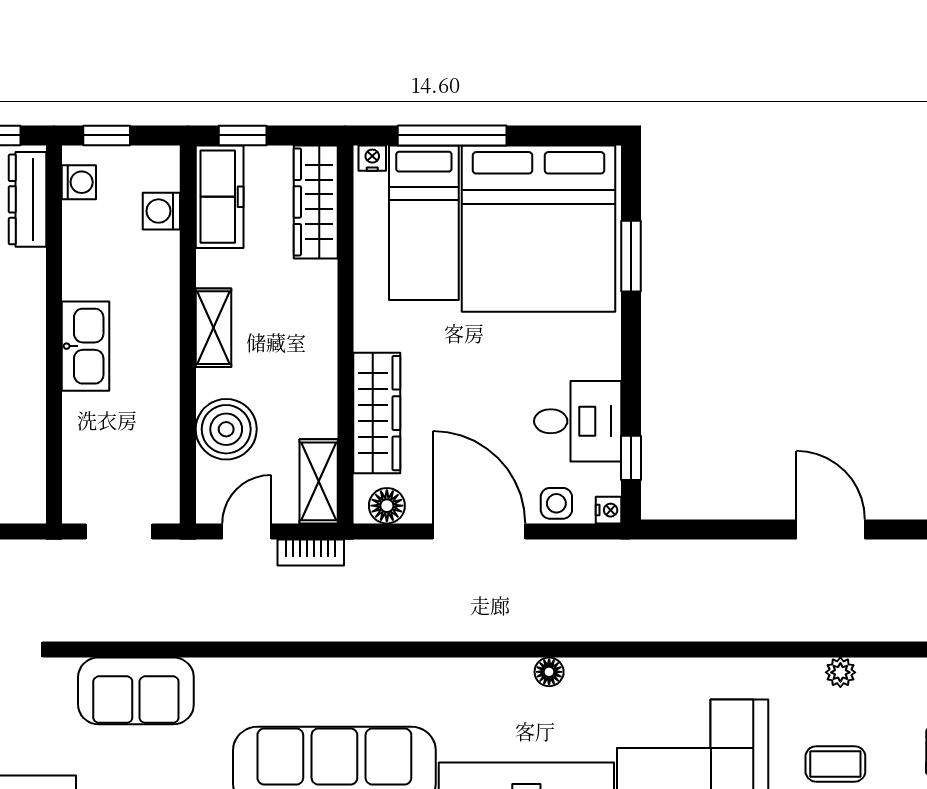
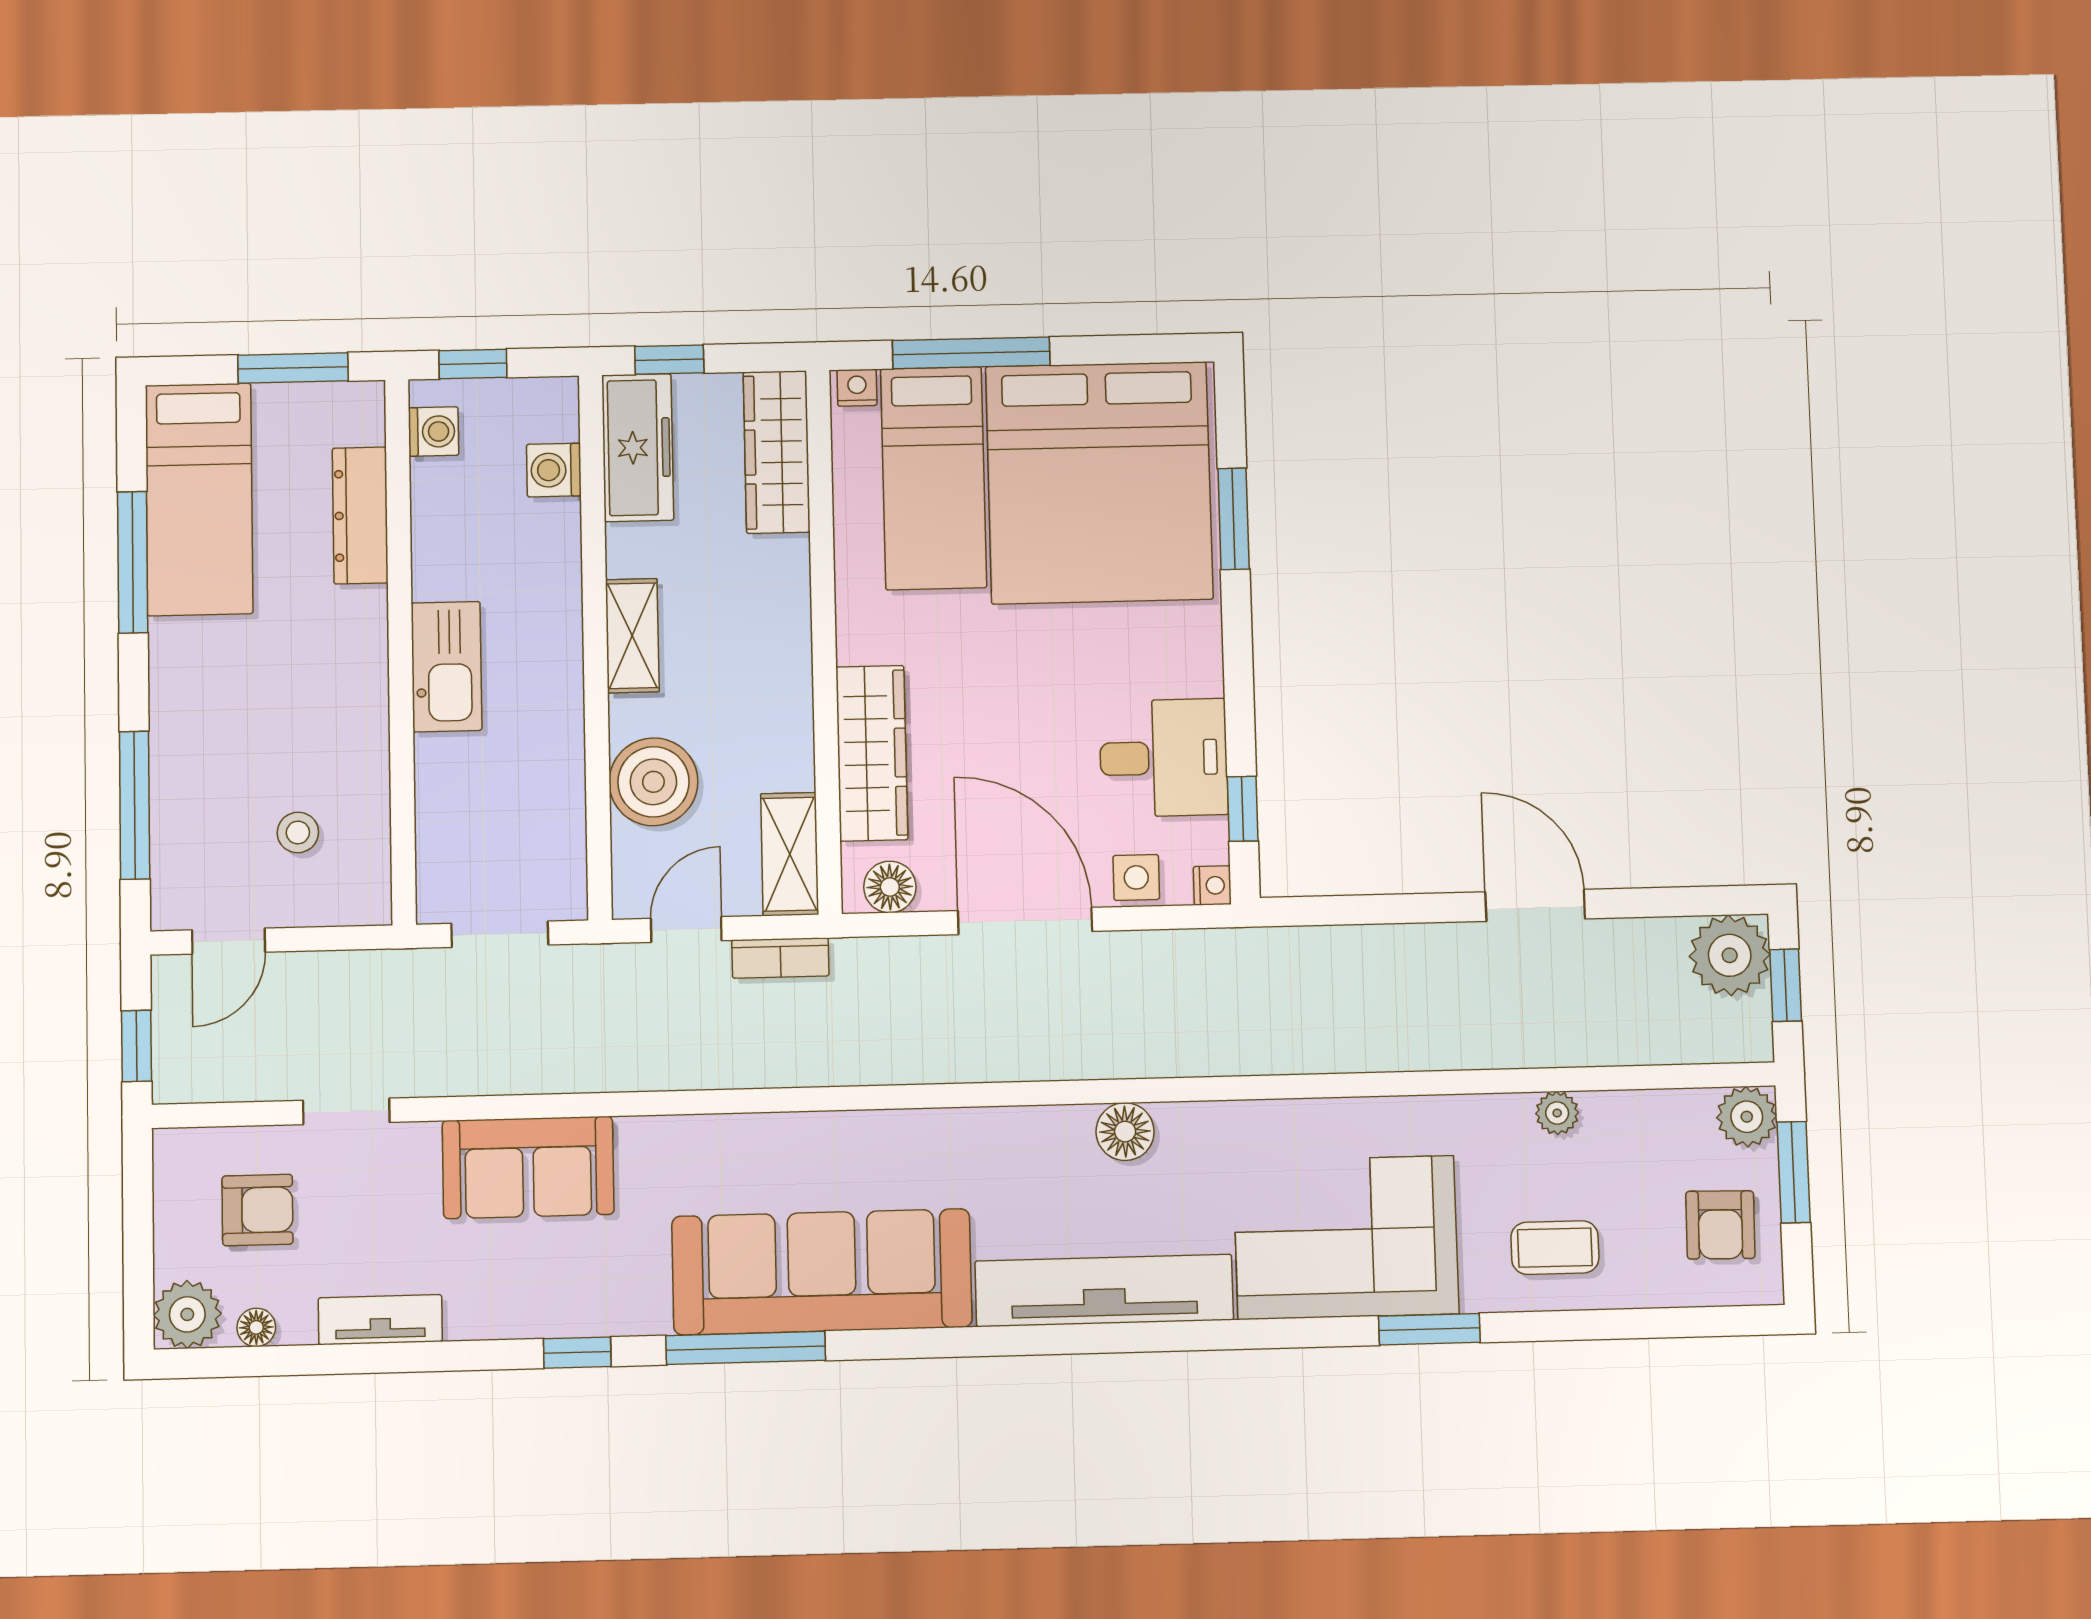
dresser: (27, 199) -> (360, 515), moved
floor lamp: (549, 672) -> (1125, 1132), width x1.37, depth x1.37

